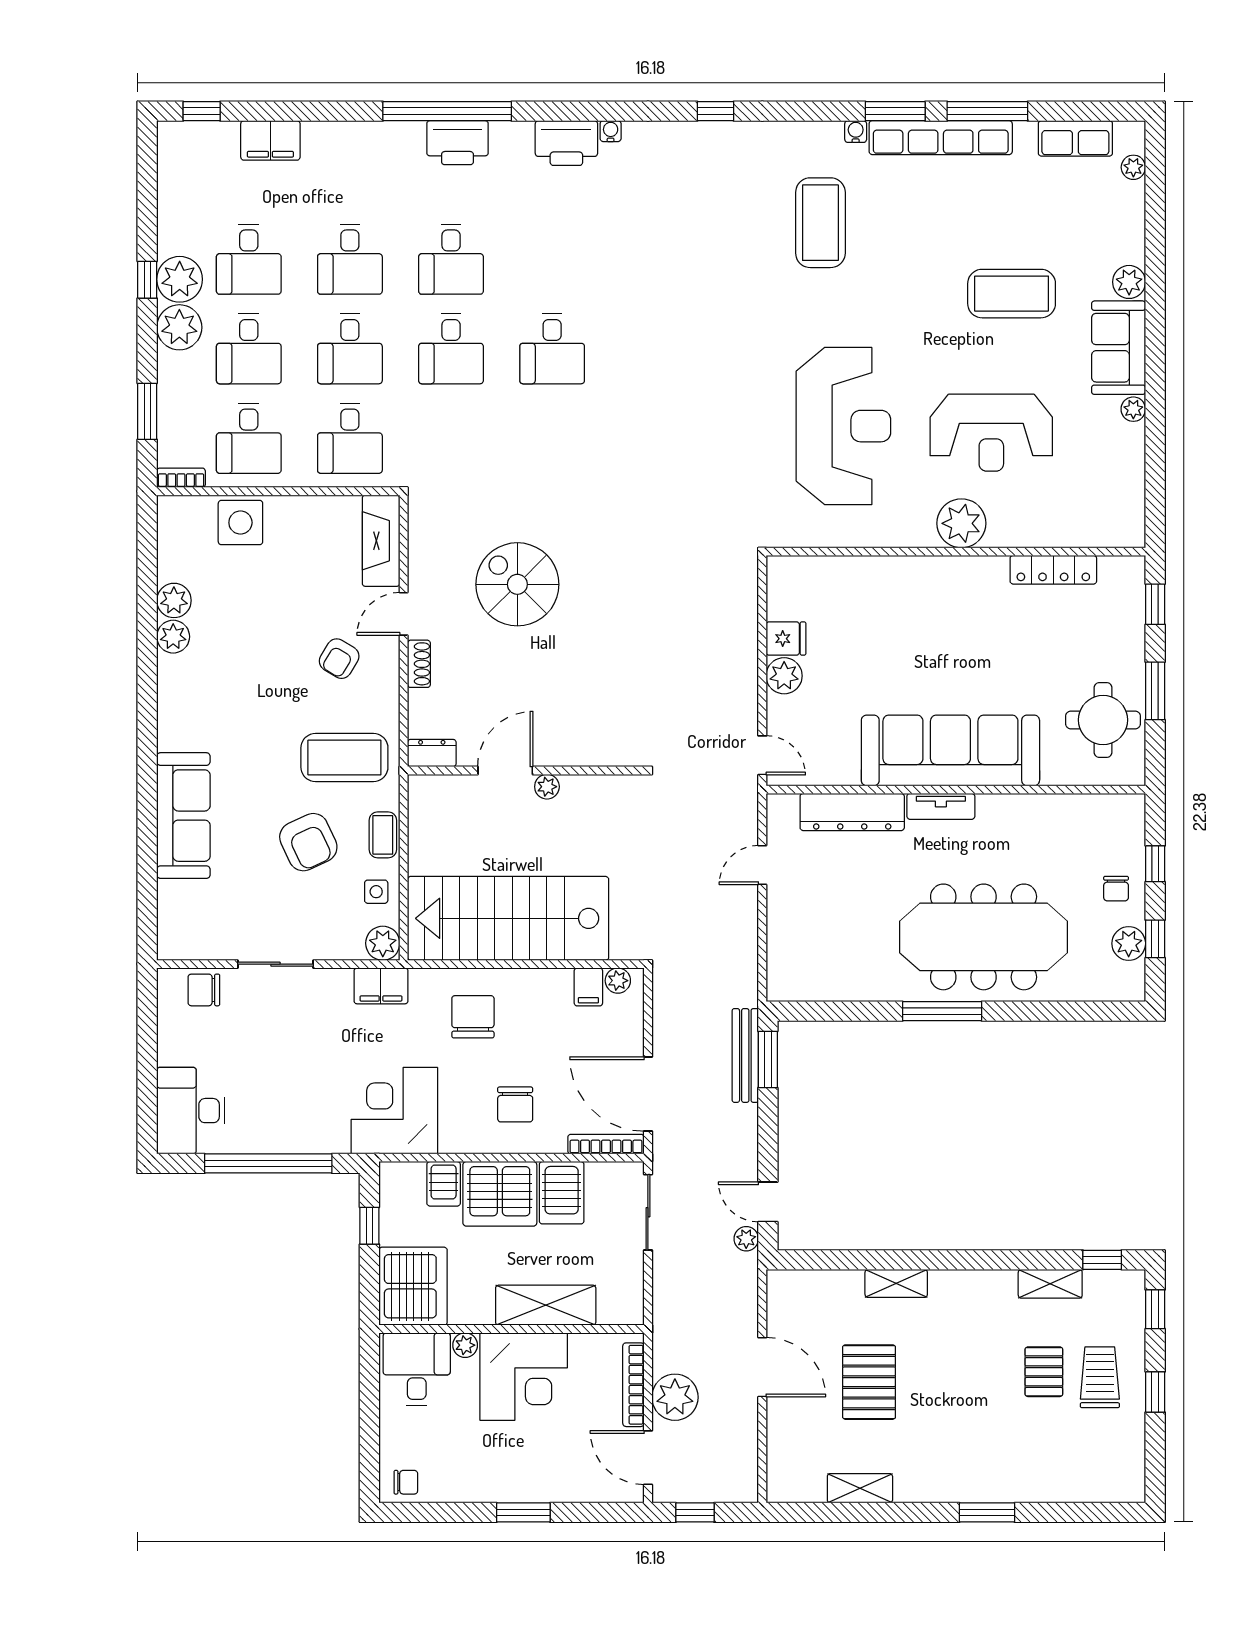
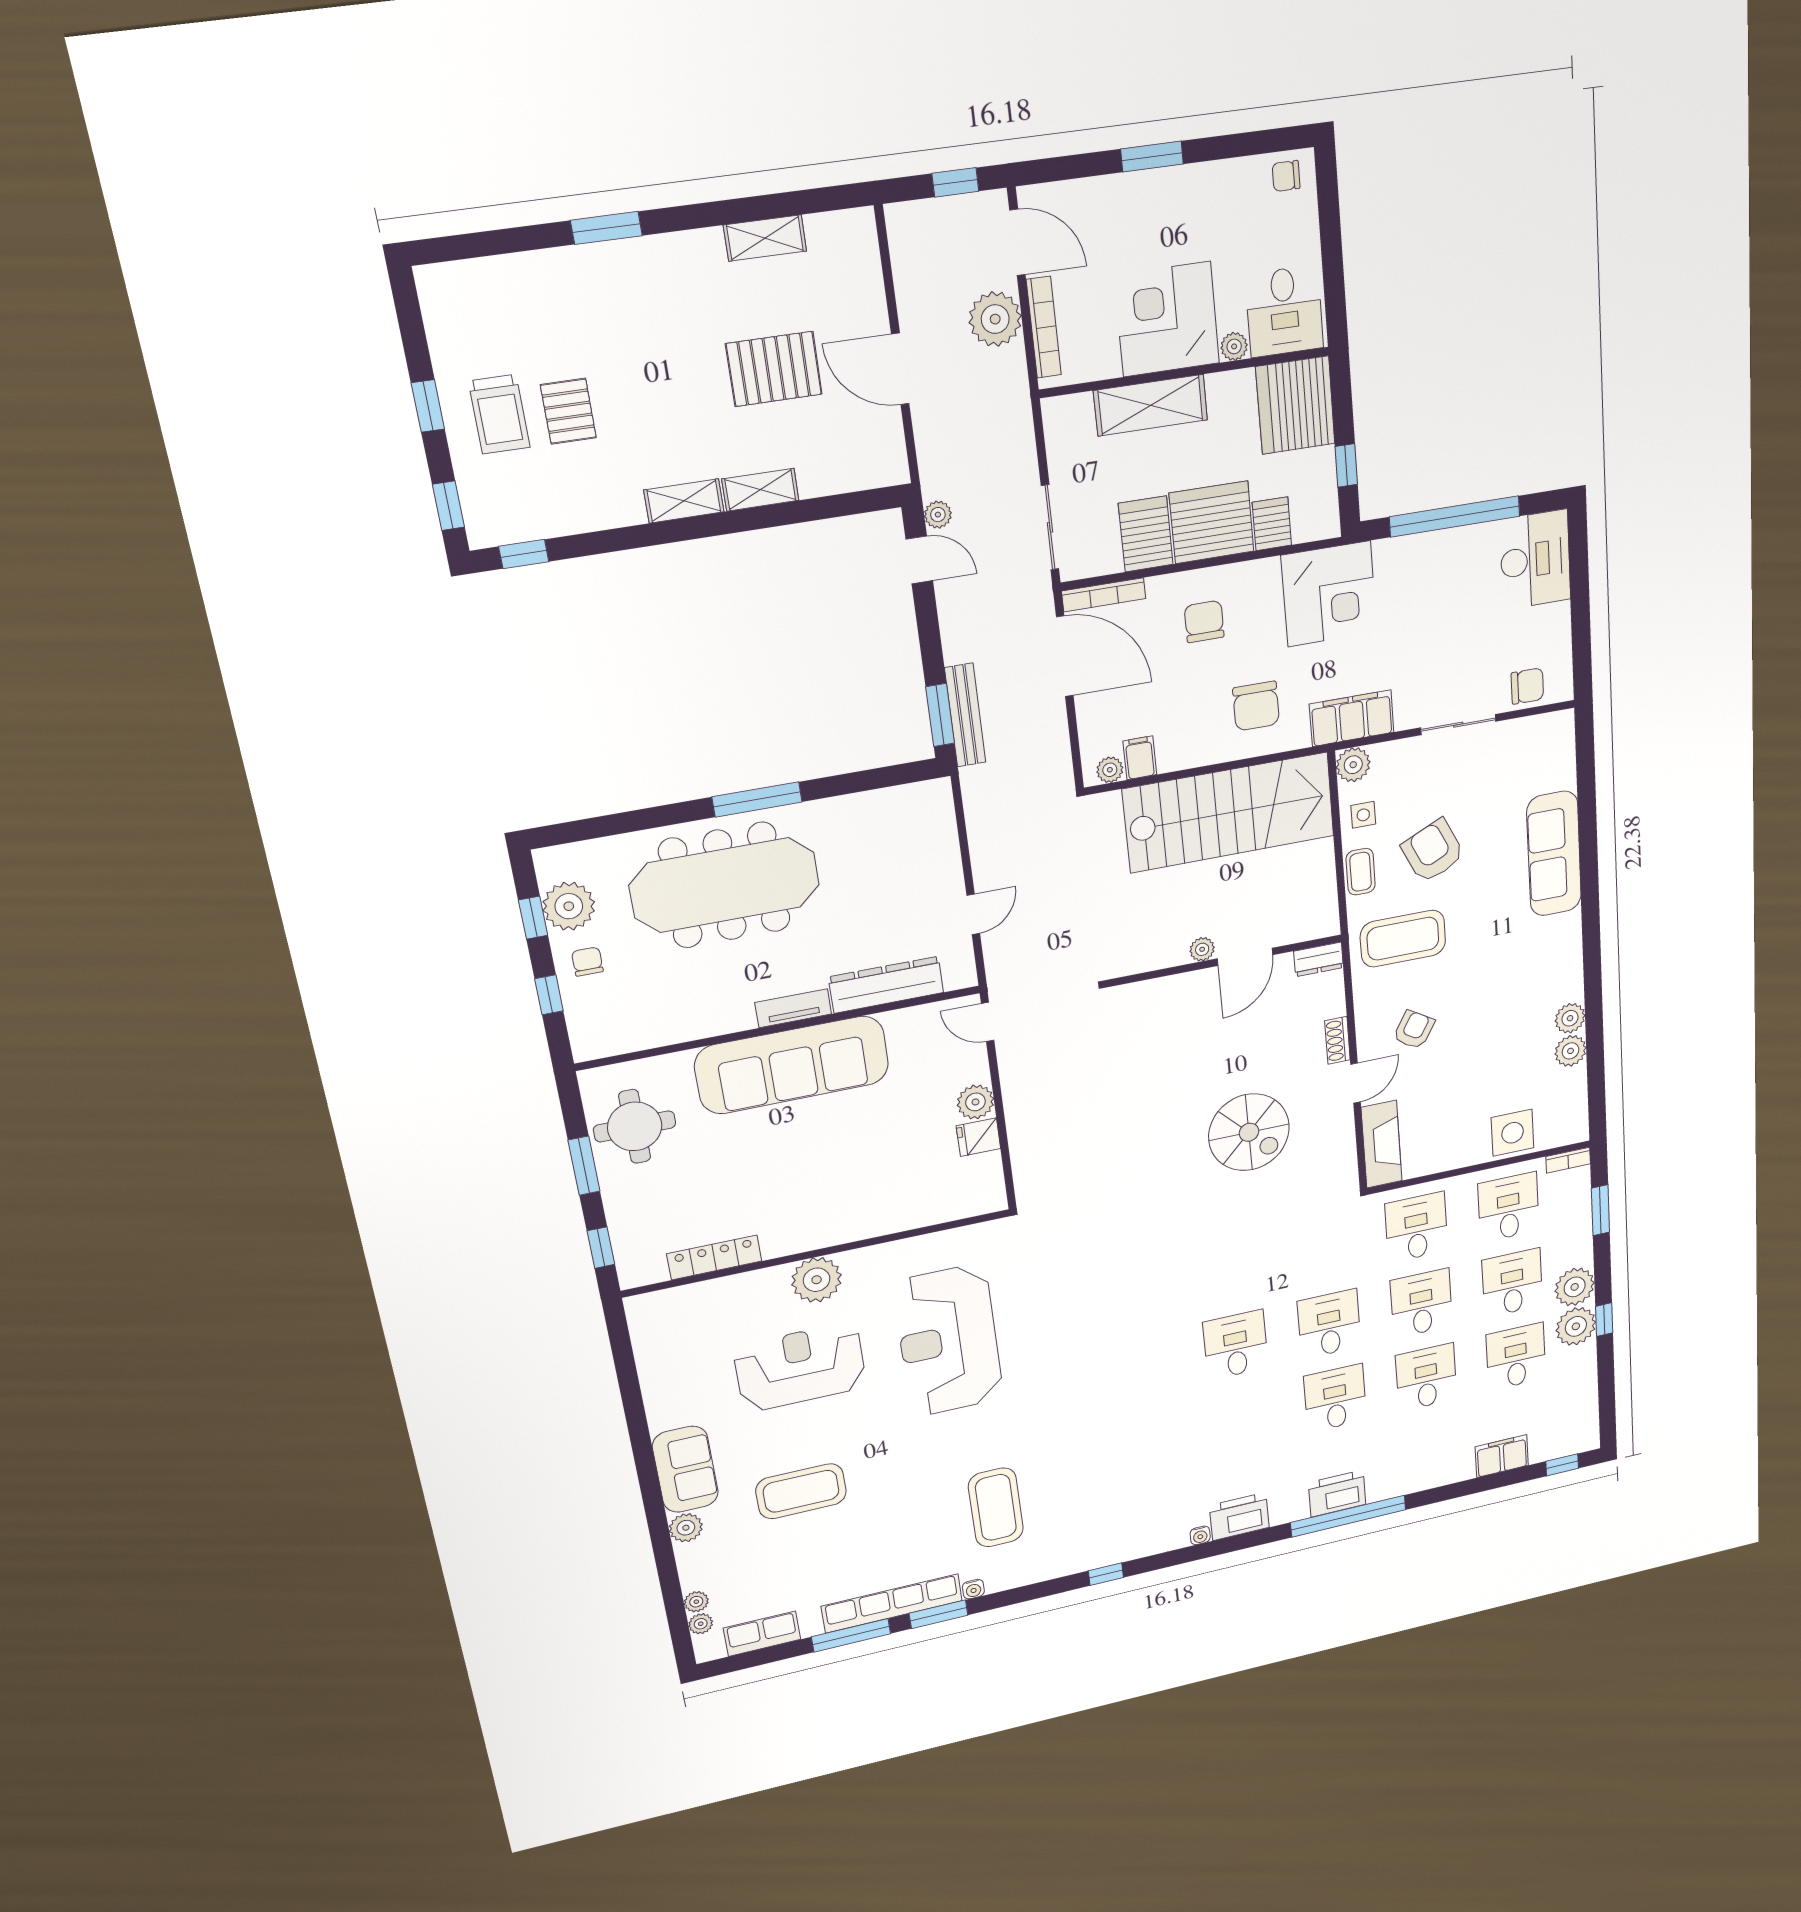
plant: (1133, 409) -> (696, 1602), moved
plant: (1129, 943) -> (569, 906), width x1.36, depth x1.36
filing cabinet: (381, 986) -> (1352, 718), width x1.50, depth x1.17
shelving: (1050, 1284) -> (684, 501), moved
pallet: (869, 1382) -> (774, 369), turned 90

